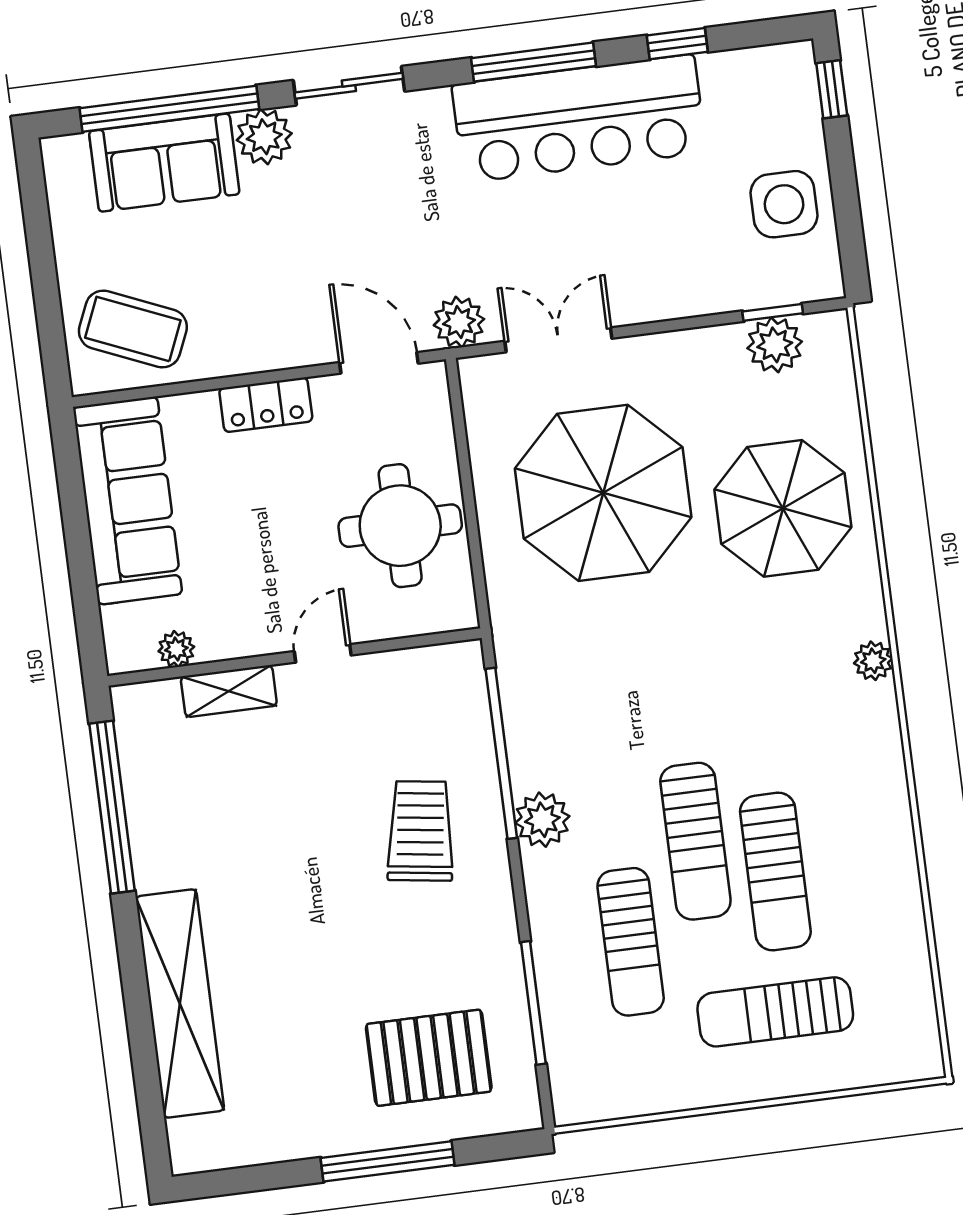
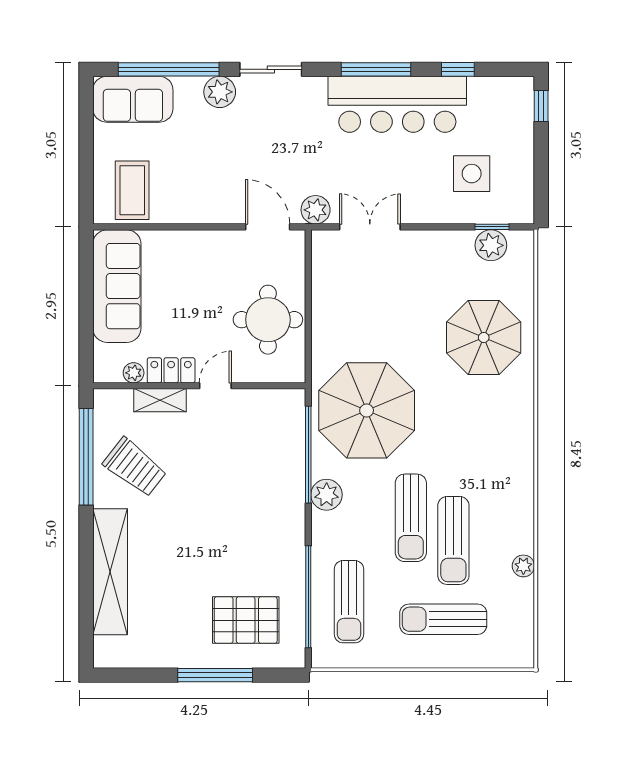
sofa: (164, 163) -> (133, 99), moved
side table: (784, 204) -> (472, 174), moved
coffee table: (133, 329) -> (132, 190), turned 67
locker: (266, 405) -> (171, 370), moved, turned 180
parasol: (603, 493) -> (367, 410), moved
plant: (873, 661) -> (523, 566), moved
trolley: (420, 831) -> (135, 467), moved, turned 120
sun lounger: (631, 942) -> (349, 602), moved
window: (533, 1003) -> (308, 597), width x1.46

